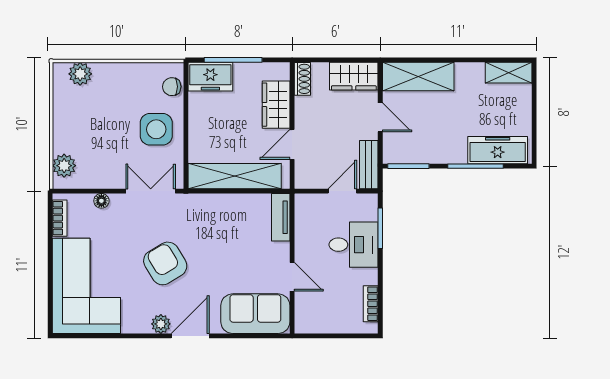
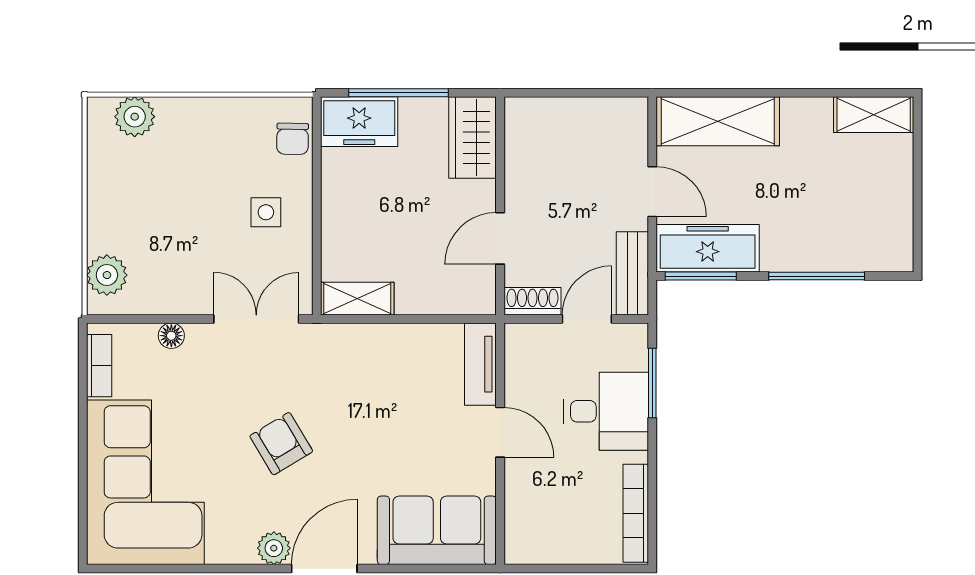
wardrobe: (354, 76) -> (607, 121), removed
shoe rack: (302, 79) -> (532, 301), moved, turned -90
chair: (172, 87) -> (293, 139), turned -89
wardrobe: (276, 105) -> (472, 137), moved
side table: (156, 129) -> (266, 212), width x0.54, depth x0.54
freezer: (498, 150) -> (708, 248), moved
shelving: (235, 176) -> (357, 299), width x0.45, depth x0.75
armchair: (165, 263) -> (281, 444), width x0.72, depth x0.72
door: (292, 277) -> (500, 432), moved
bookcase: (371, 304) -> (636, 513), width x1.56

